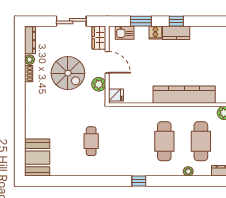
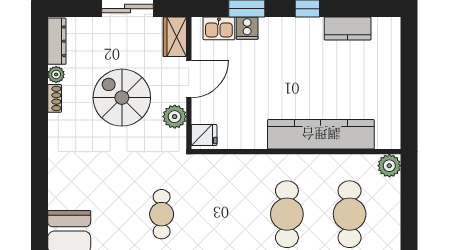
cooker: (155, 33) -> (247, 28), moved
kitchen counter: (176, 33) -> (348, 29), moved
door: (107, 62) -> (189, 79), hinge flipped
spiral stairs: (68, 73) -> (122, 98), turned 180

